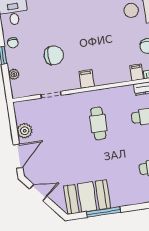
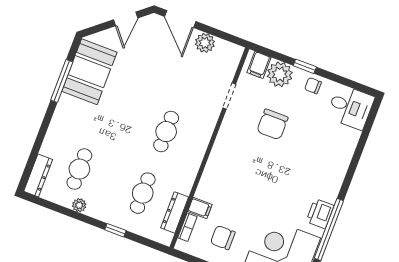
plant: (14, 74) -> (280, 74), width x1.88, depth x1.88
filing cabinet: (87, 79) -> (259, 65), moved, turned 90
cafe table: (98, 123) -> (166, 132), turned 90

